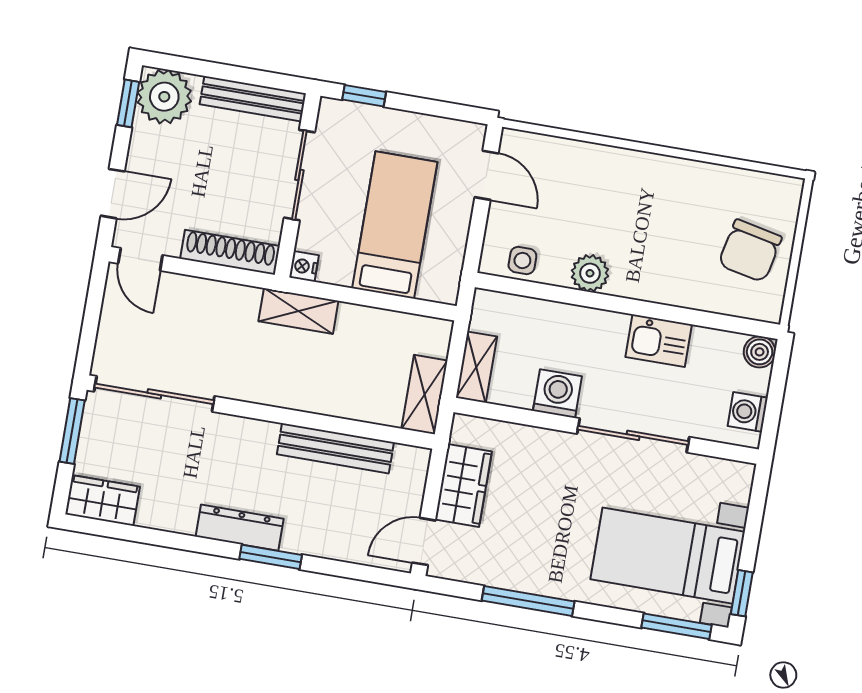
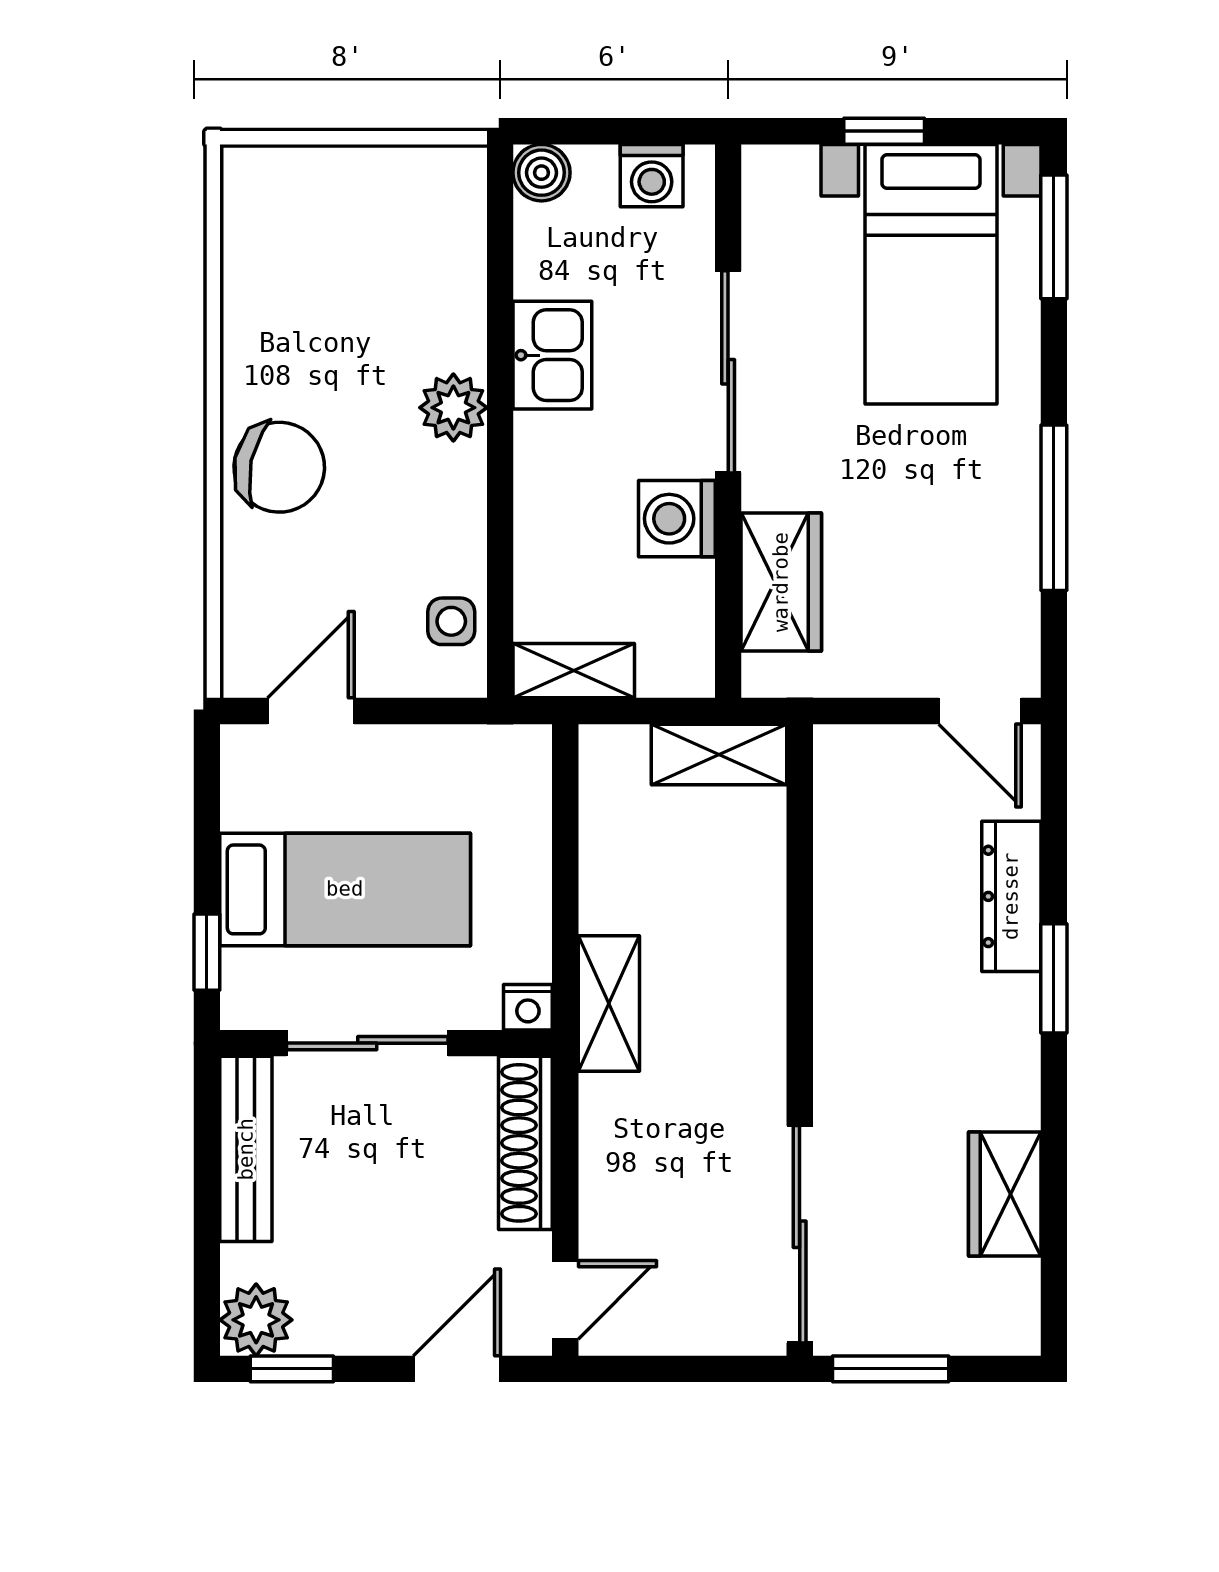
plant: (164, 97) -> (256, 1320), width x0.73, depth x0.73
door: (113, 194) -> (457, 1369), hinge flipped
bed: (395, 225) -> (345, 889), moved, turned 180
chair: (750, 251) -> (279, 467), moved
plant: (590, 273) -> (453, 408), moved
shelving: (476, 367) -> (574, 671), moved
bench: (335, 448) -> (841, 896), removed
wardrobe: (463, 485) -> (781, 582), moved, turned 90
wardrobe: (103, 501) -> (1005, 1194), moved
dresser: (240, 528) -> (1011, 896), moved
window: (742, 593) -> (884, 131), moved

